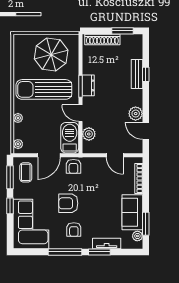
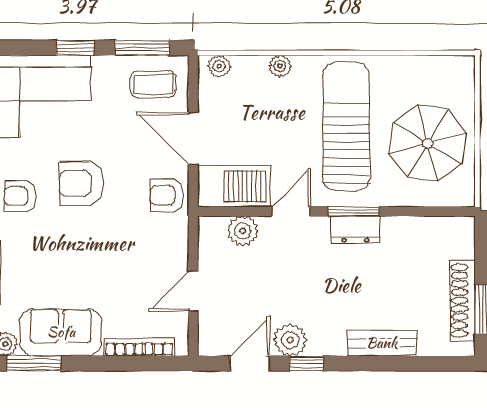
shoe rack: (102, 39) -> (463, 300), moved
window: (146, 74) -> (306, 363), moved
armchair: (68, 203) -> (81, 183), turned -90

